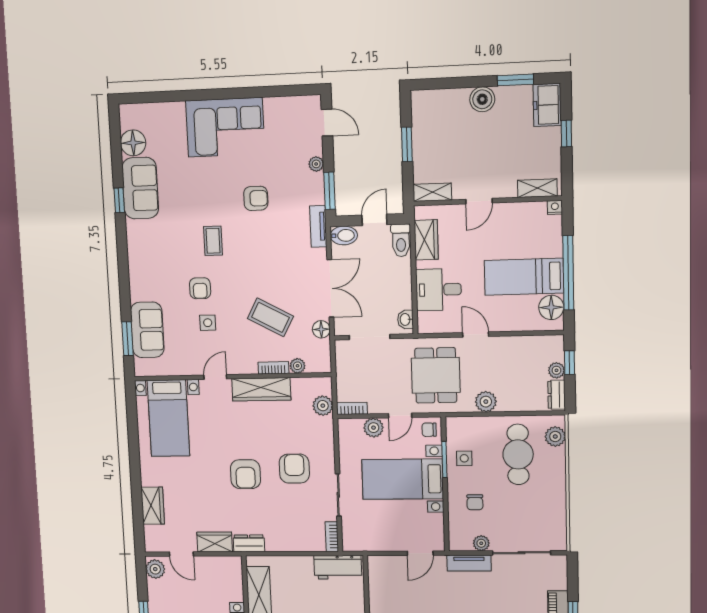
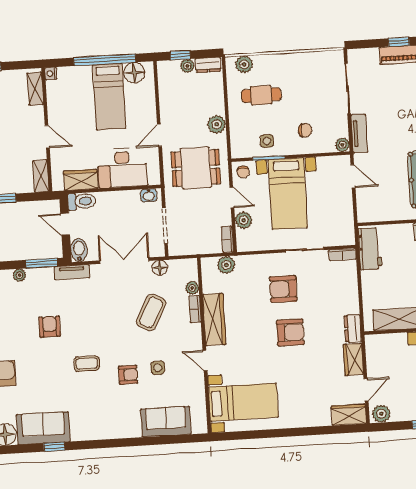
desk: (439, 290) -> (122, 168), width x1.37
window: (127, 339) -> (174, 439), removed
cafe table: (518, 454) -> (261, 95), width x0.73, depth x0.74
wardrobe: (153, 506) -> (349, 415), moved
plant: (481, 543) -> (342, 145), moved

